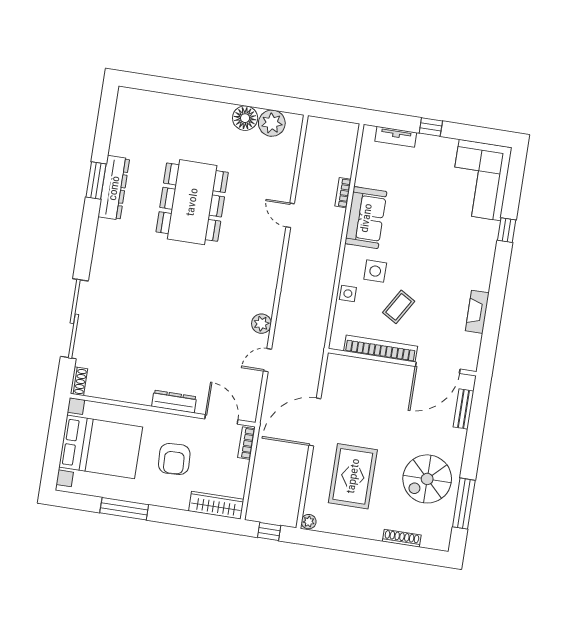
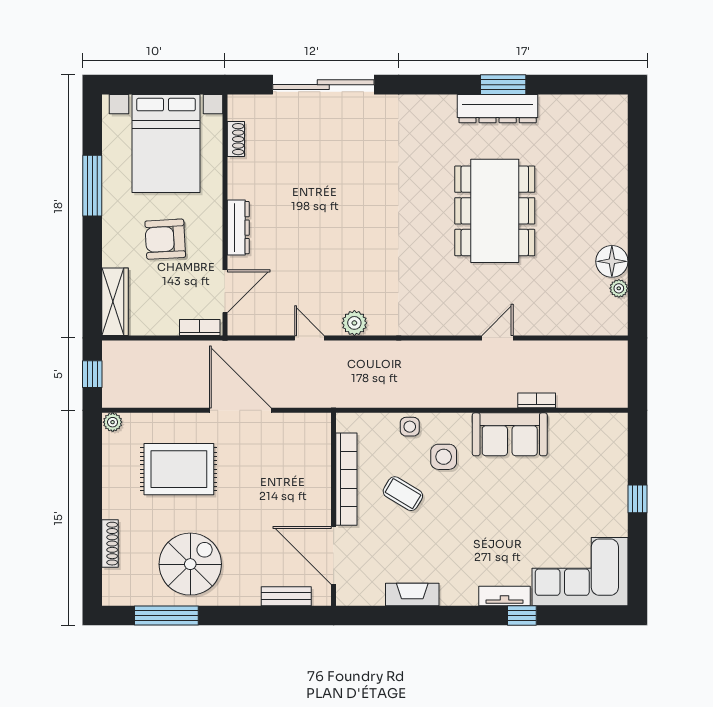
plant: (272, 123) -> (619, 288), width x0.53, depth x0.53
tv unit: (396, 137) -> (505, 596), moved, turned 90
dining table: (192, 202) -> (495, 211), turned 90
shoe rack: (79, 381) -> (236, 139), moved, turned -90
spiral stairs: (427, 479) -> (190, 564), turned 90

